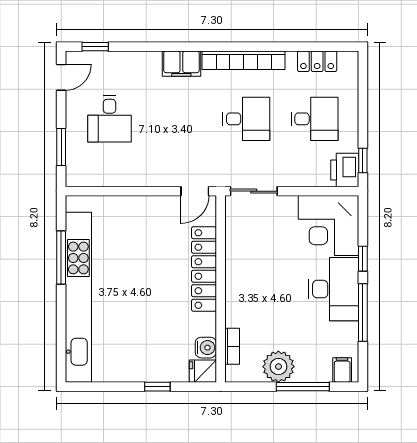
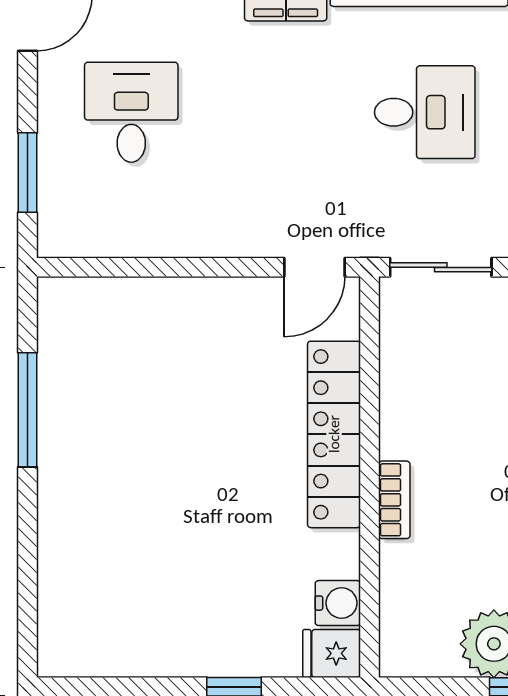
desk: (110, 119) -> (131, 112), turned 180
kitchen unit: (78, 297) -> (64, 495), removed
bookcase: (232, 346) -> (394, 500), moved

